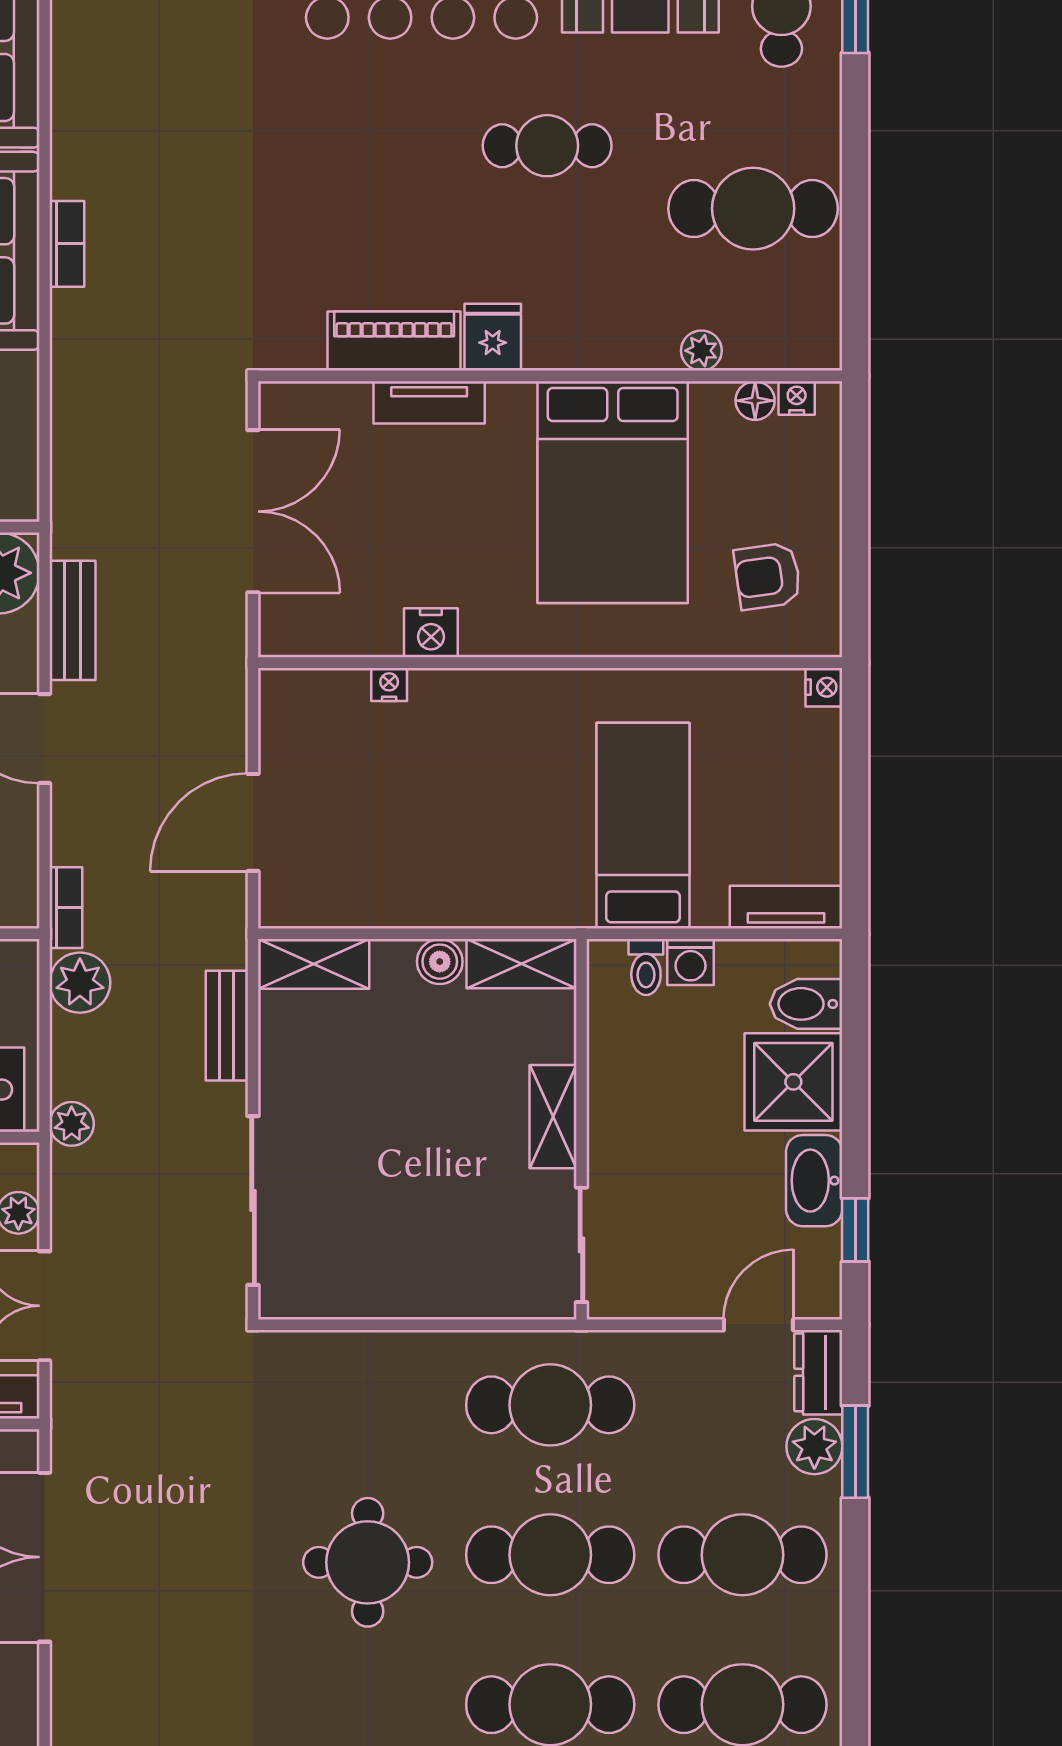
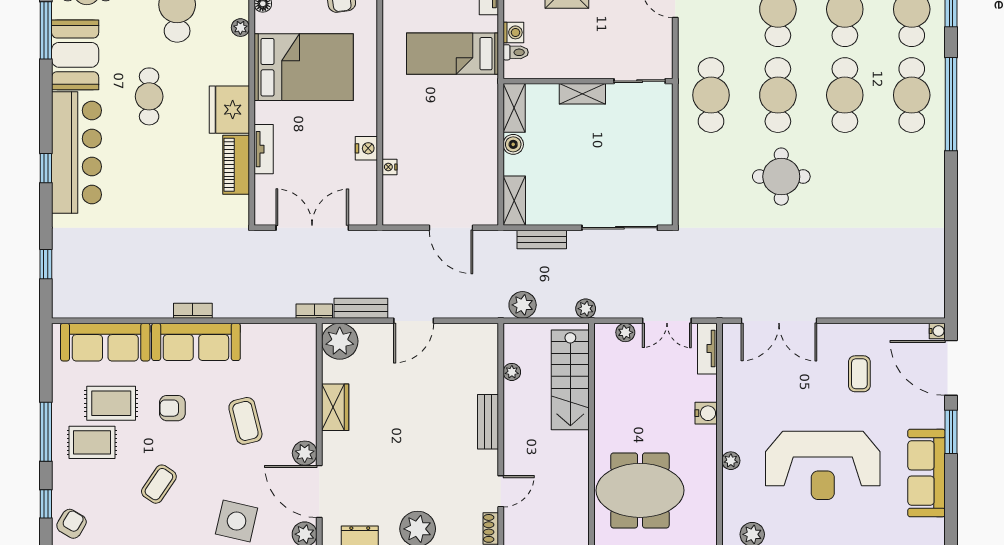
fridge: (493, 337) -> (229, 110), width x1.88, depth x1.34
bookcase: (66, 908) -> (314, 311), moved

